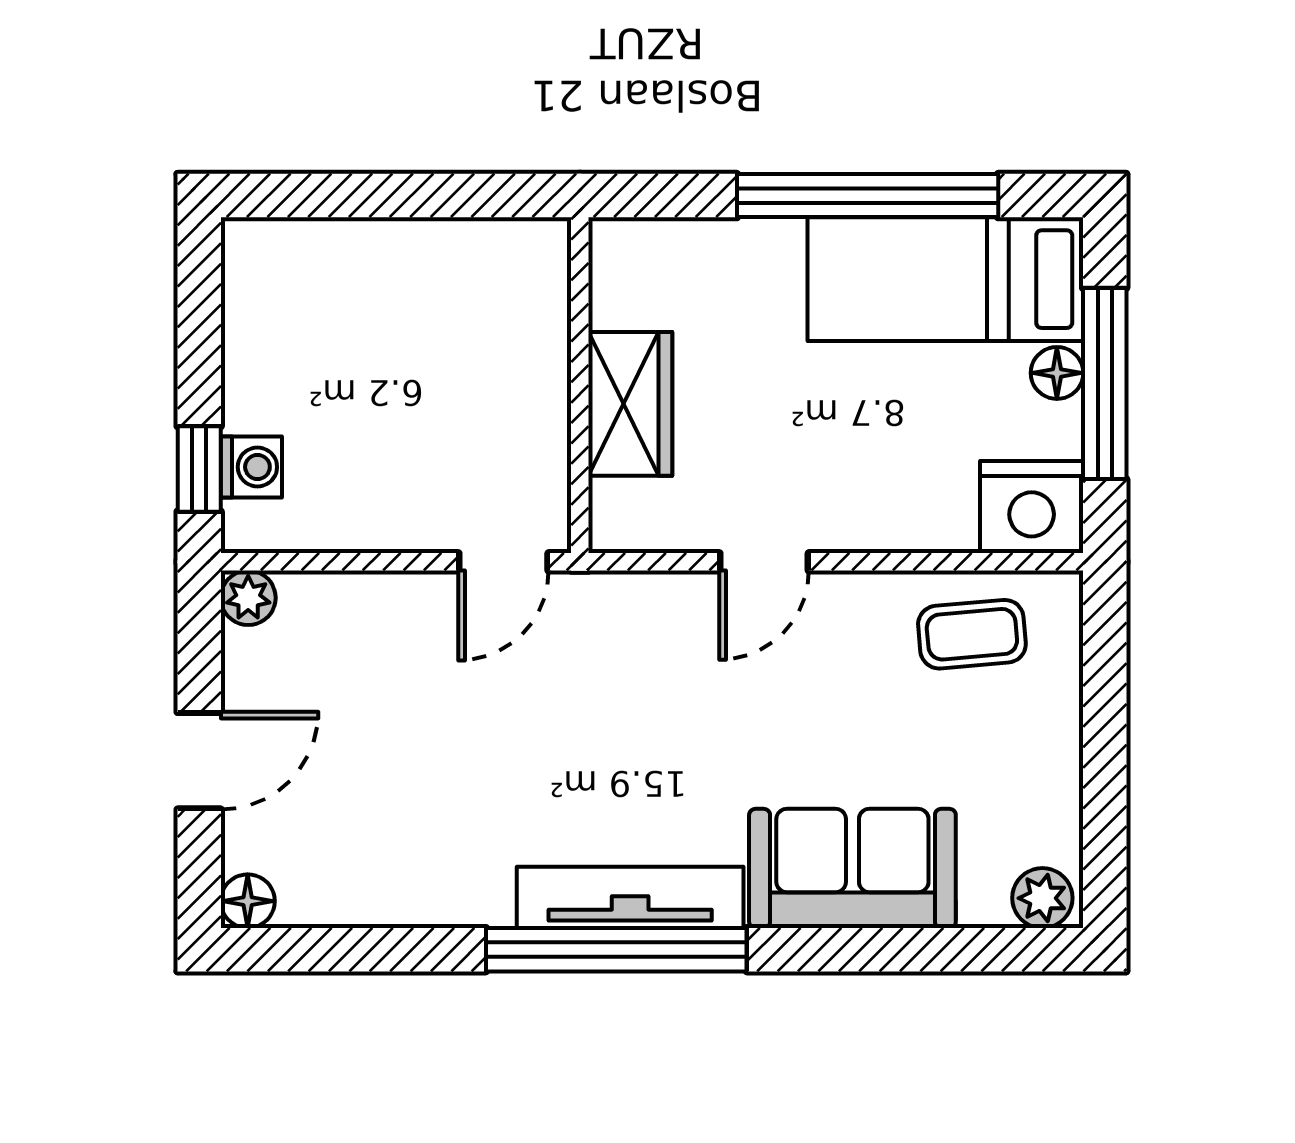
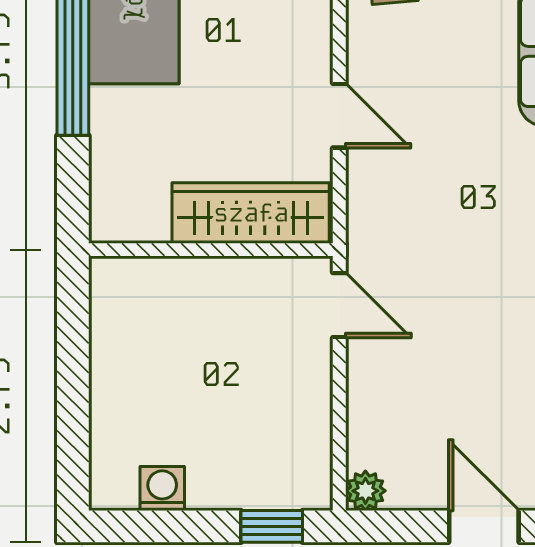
wardrobe: (630, 404) -> (251, 213), width x1.50
washing machine: (251, 467) -> (162, 488), moved

